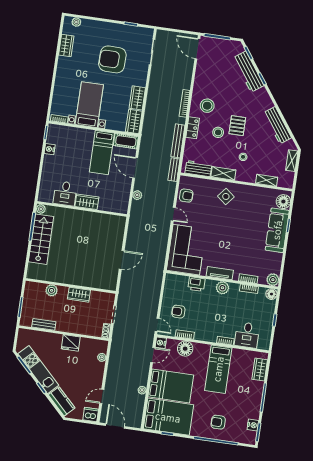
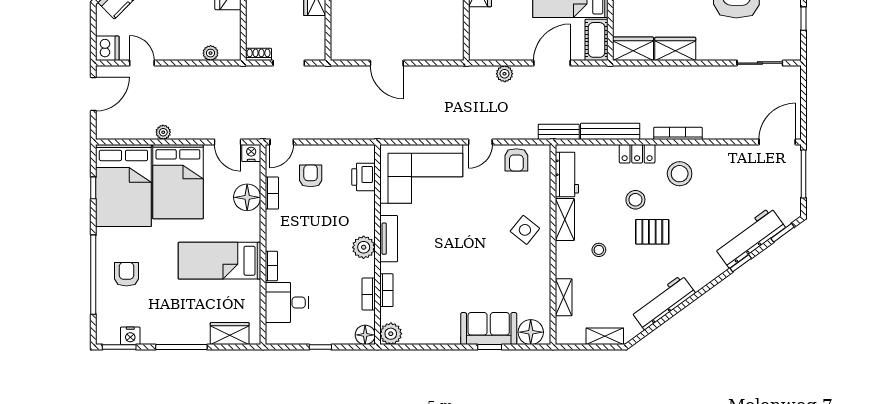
sofa: (277, 230) -> (489, 329), width x0.73
printer: (196, 284) -> (363, 177), moved

